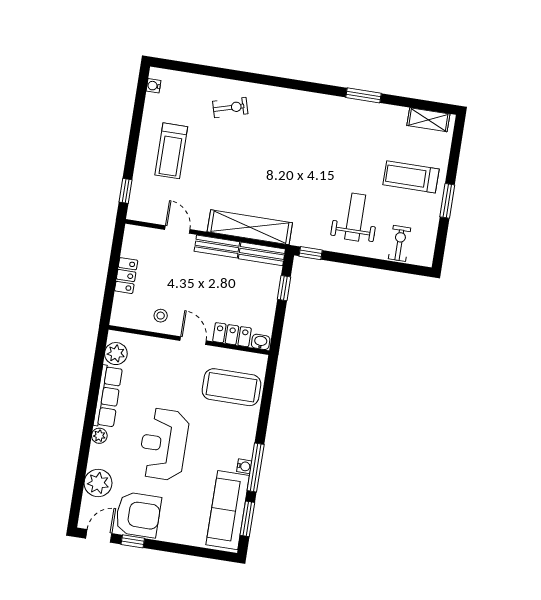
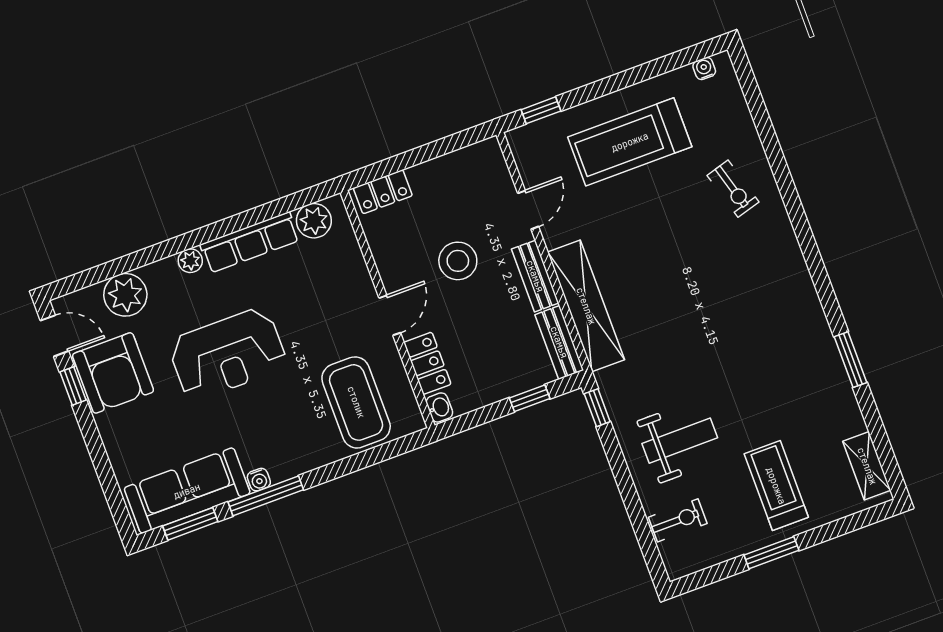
treadmill: (171, 151) -> (630, 142), width x1.37, depth x1.38
locker: (126, 276) -> (383, 192), moved
stool: (161, 316) -> (458, 261), moved, width x1.89, depth x1.89
reception desk: (164, 444) -> (228, 354), turned 180

